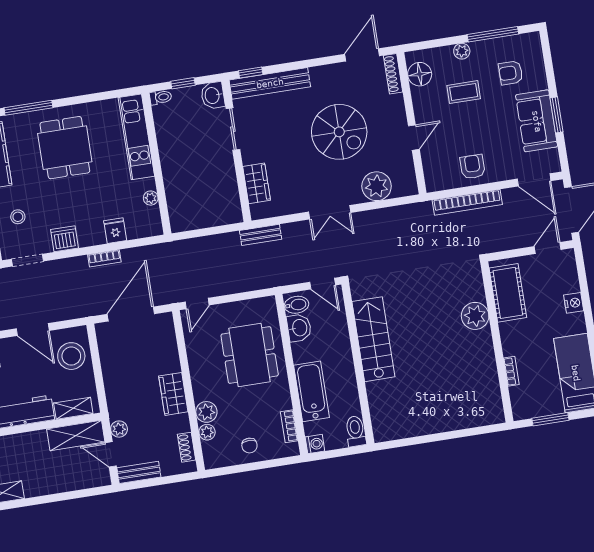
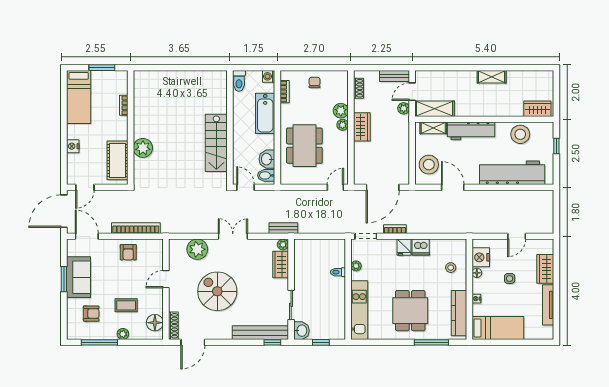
toilet: (161, 97) -> (338, 272), moved
plant: (258, 212) -> (283, 245), added
fridge: (115, 231) -> (404, 247), moved
doorway: (27, 260) -> (366, 236), moved
plant: (207, 432) -> (343, 125), moved
door: (111, 454) -> (412, 92), swing flipped

